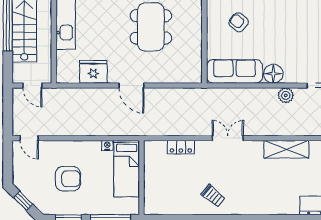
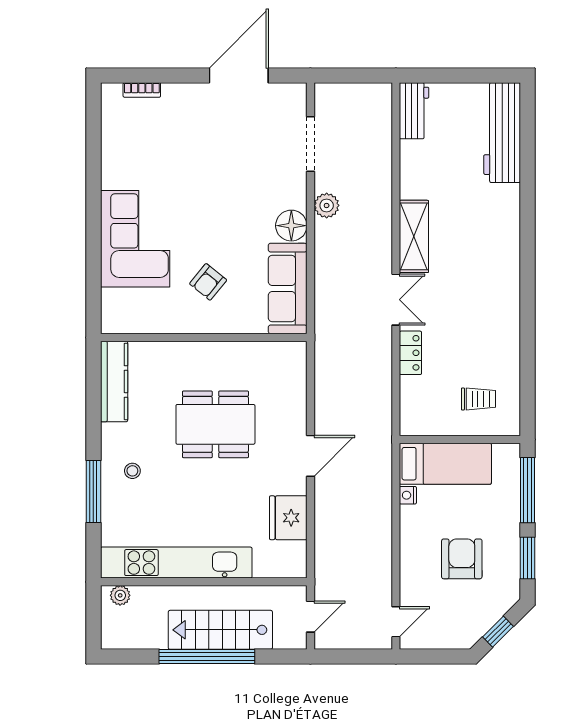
double door: (228, 138) -> (396, 300), swing flipped
locker: (181, 147) -> (410, 353), moved
shelving: (286, 149) -> (414, 236), moved
trolley: (213, 196) -> (478, 399), moved, turned 50

